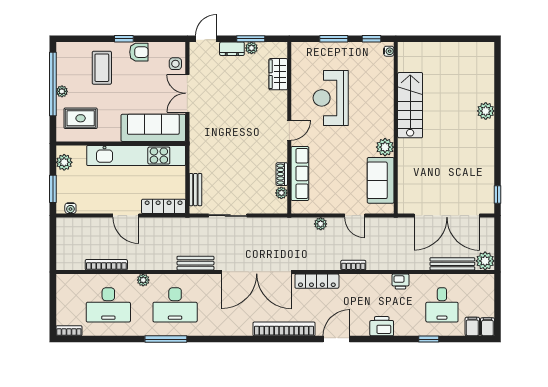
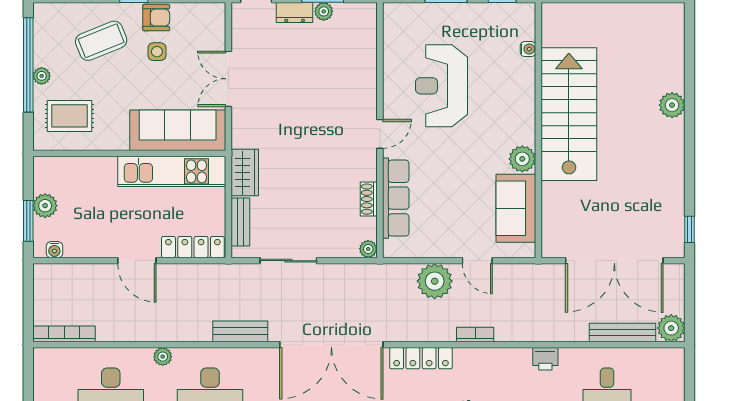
water cooler: (389, 51) -> (528, 49), moved
side table: (175, 64) -> (157, 52), moved
coffee table: (102, 68) -> (101, 41), turned 68
wardrobe: (278, 74) -> (245, 173), moved, turned 180
stairs: (410, 105) -> (569, 114), width x1.36, depth x1.51
kitchen unit: (136, 156) -> (172, 171), width x0.73
plant: (64, 162) -> (45, 206), moved
plant: (281, 193) -> (368, 249), moved
plant: (321, 224) -> (435, 281), width x1.88, depth x1.88
bookcase: (106, 265) -> (64, 334), moved

